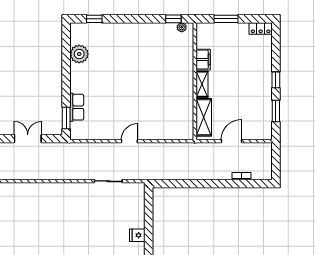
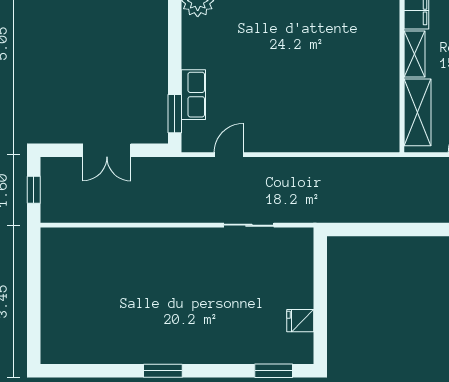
double door: (28, 139) -> (107, 150), swing flipped
door: (129, 141) -> (229, 155), moved

